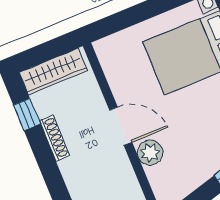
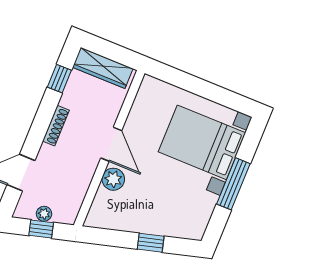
shoe rack: (54, 138) -> (56, 126), moved

